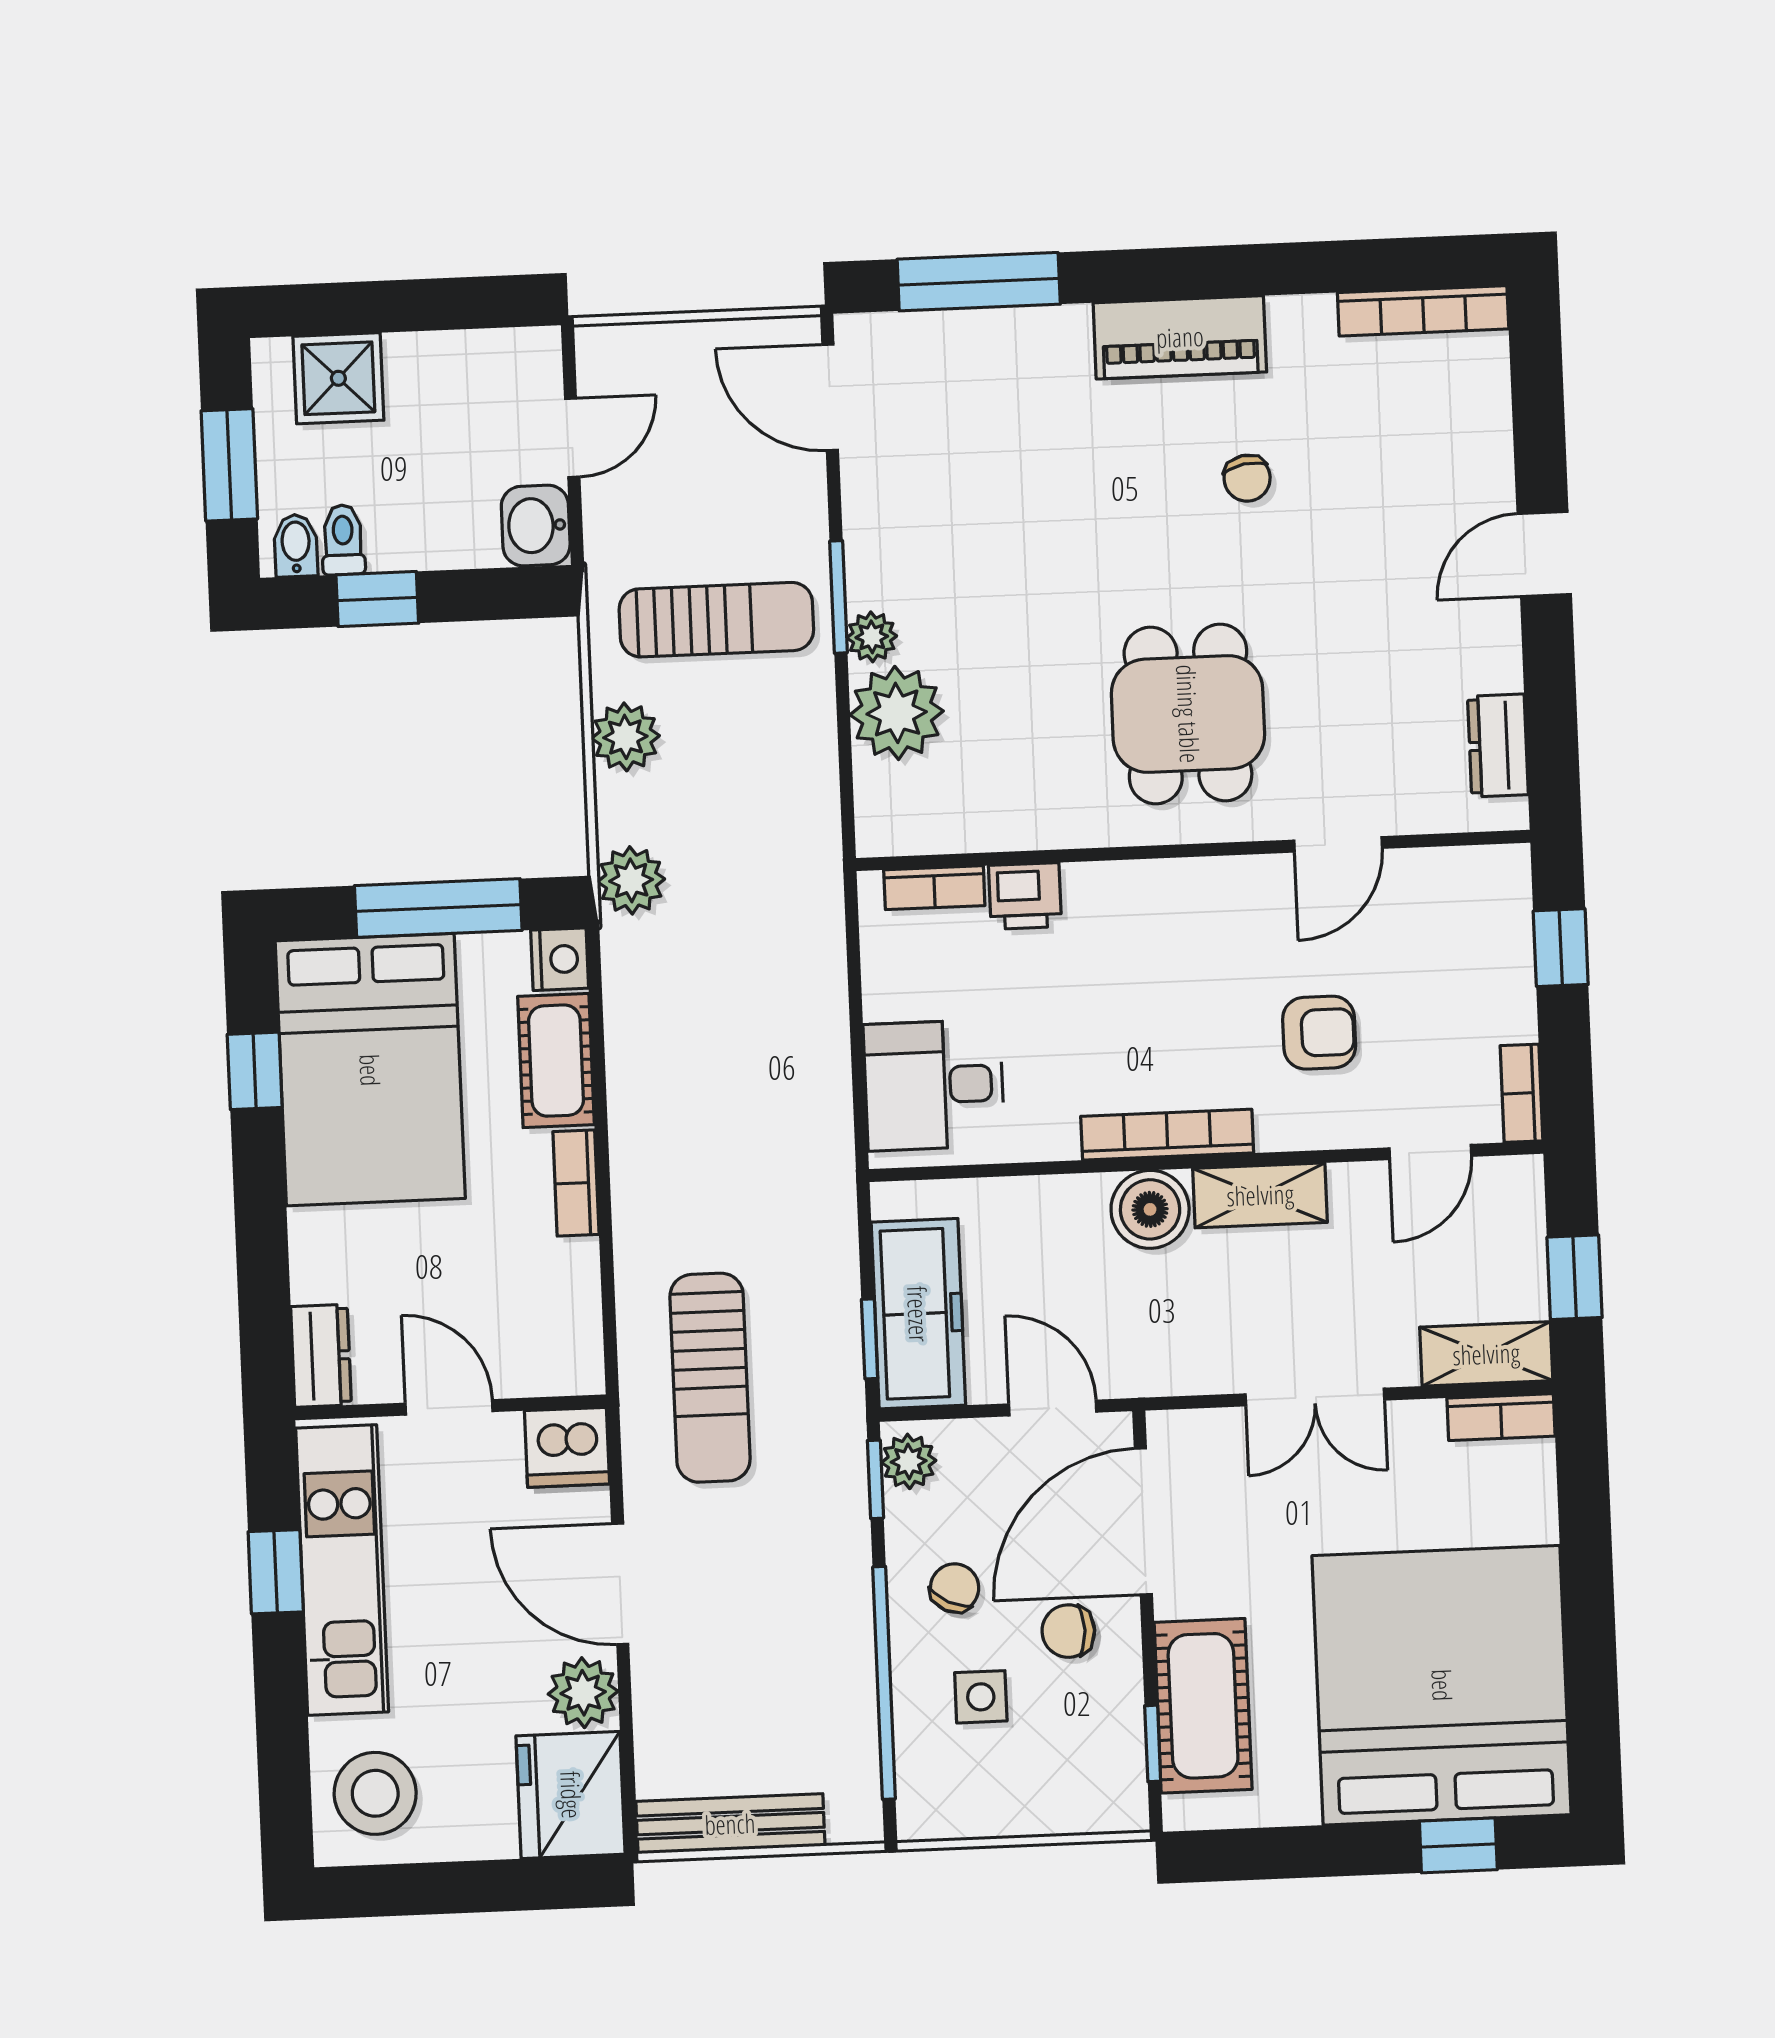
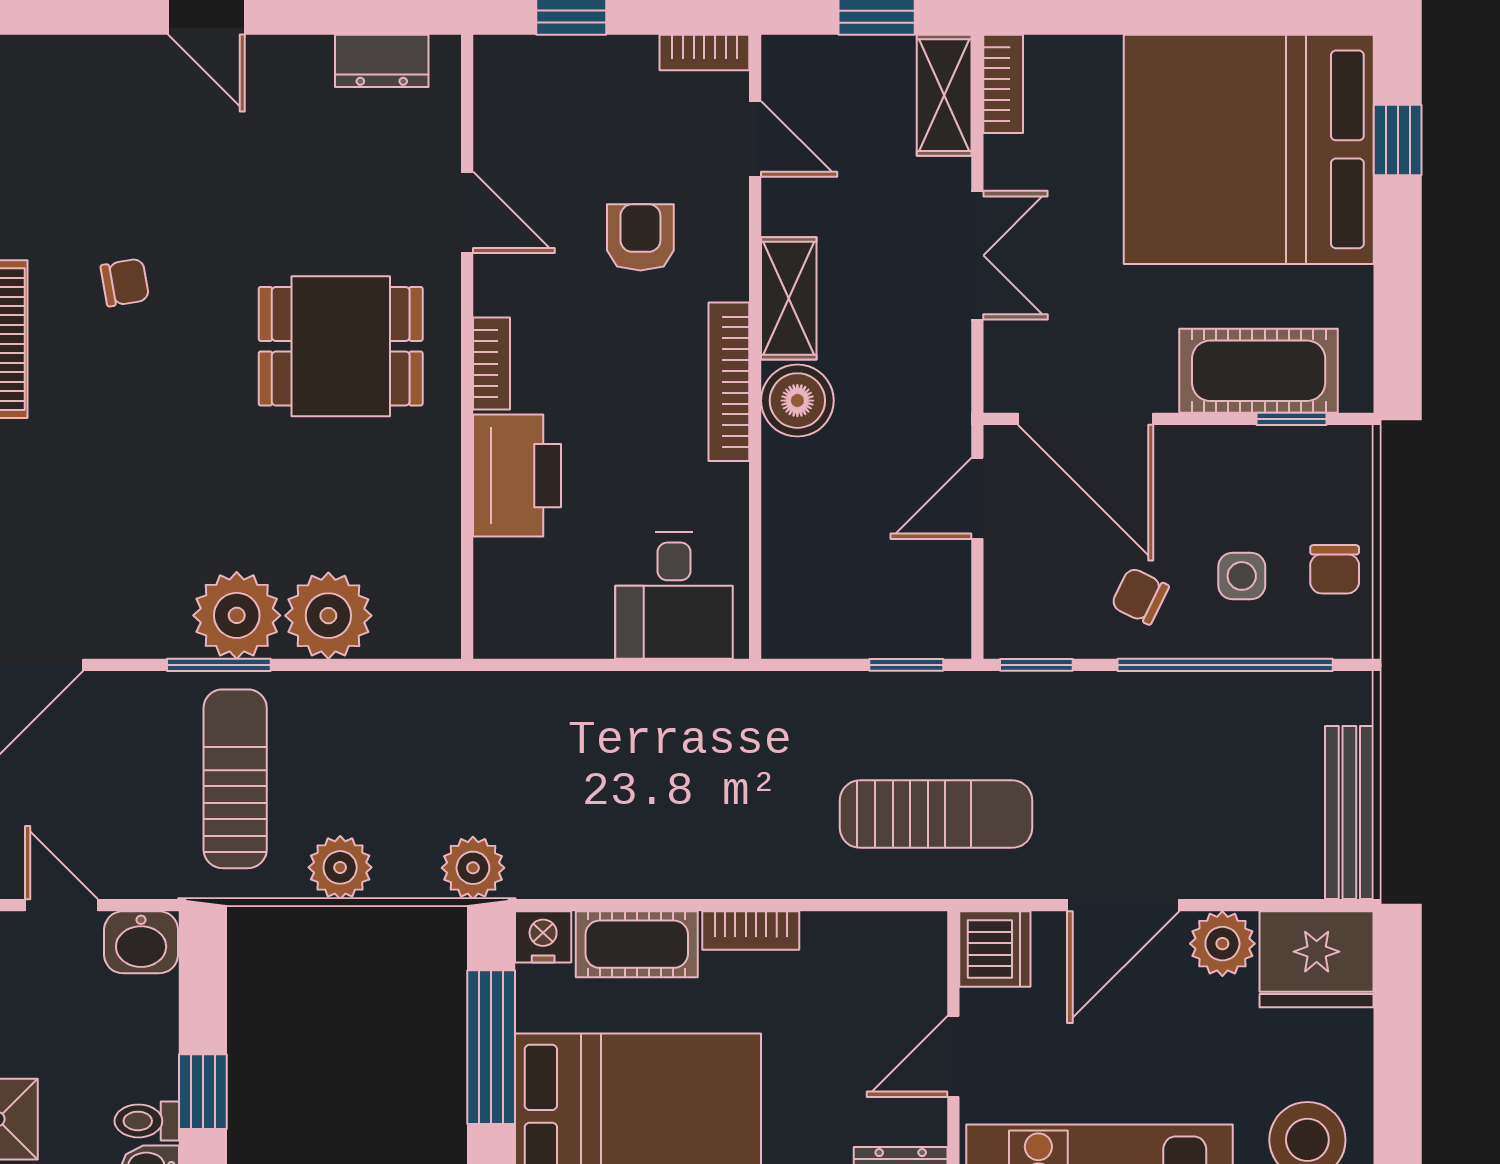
plant: (872, 637) -> (237, 615), width x1.88, depth x1.88
bookcase: (934, 888) -> (491, 364), moved
printer: (1025, 896) -> (517, 476), width x1.87, depth x1.48
freezer: (918, 1314) -> (885, 619), removed
plant: (909, 1461) -> (1021, 634), removed
chair: (1068, 1631) -> (1335, 569), moved

